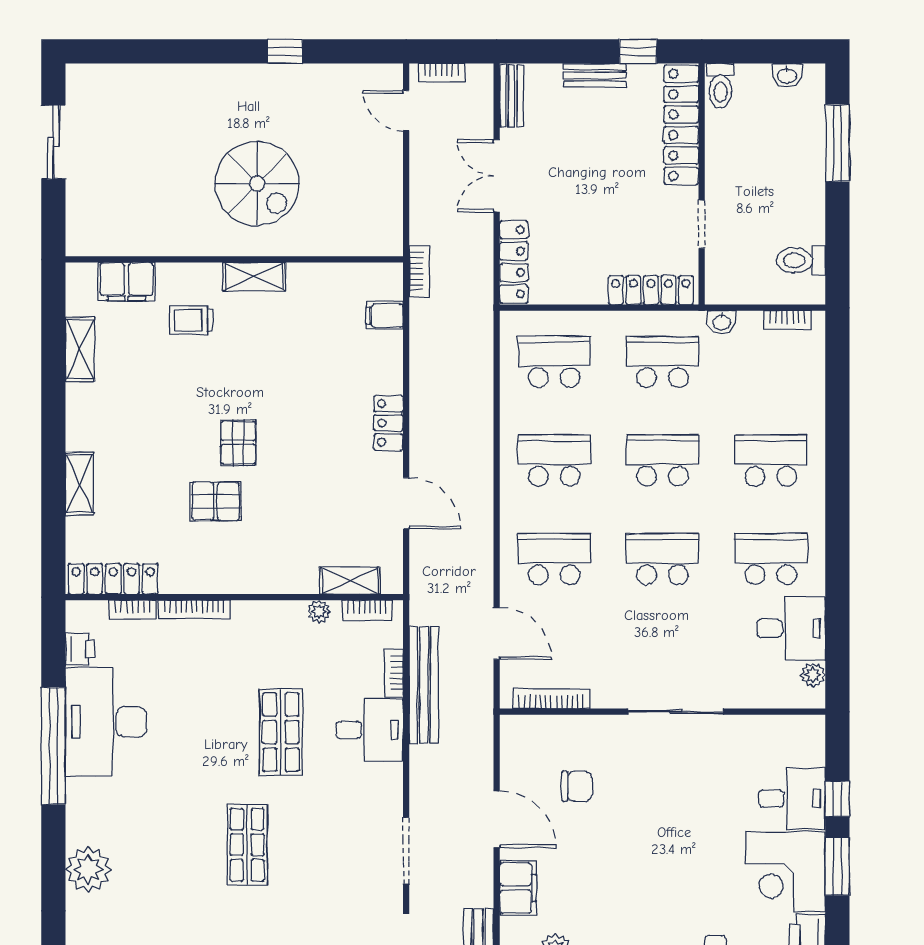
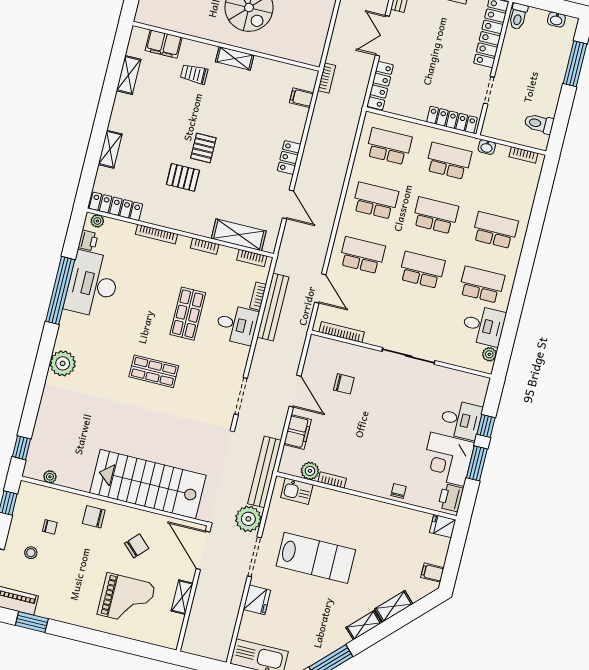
shelving: (350, 581) -> (239, 235), width x1.50, depth x1.33
bookcase: (132, 610) -> (205, 246), moved
plant: (319, 612) -> (97, 221), moved
shop shelf: (247, 845) -> (154, 371), turned 90

